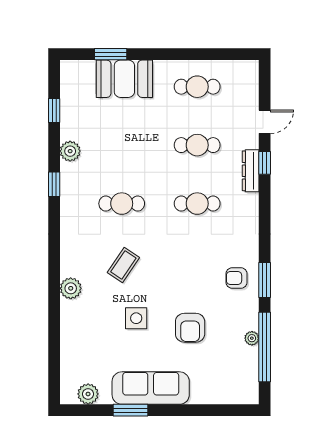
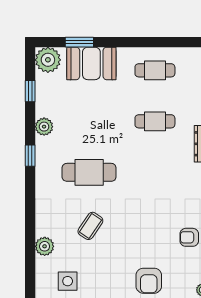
plant: (75, 75) -> (48, 60), added
cafe table: (122, 204) -> (89, 172), width x1.37, depth x1.35
cafe table: (197, 204) -> (155, 172), removed
side table: (136, 318) -> (68, 281), moved

